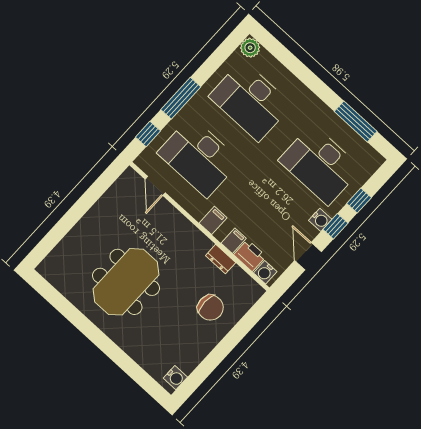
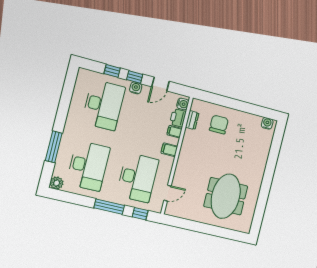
window: (356, 121) -> (54, 147), moved
dresser: (221, 259) -> (192, 120), moved
meeting table: (126, 282) -> (226, 196), moved, turned 90

